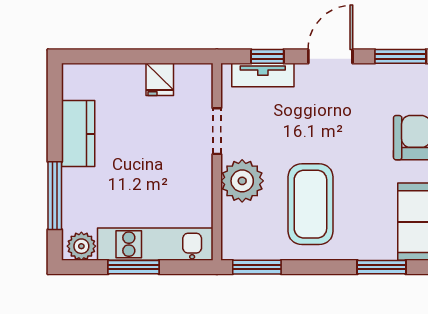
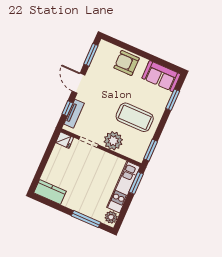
fridge: (160, 79) -> (65, 140), moved
kitchen counter: (78, 134) -> (50, 192), moved
window: (133, 267) -> (136, 183), moved

